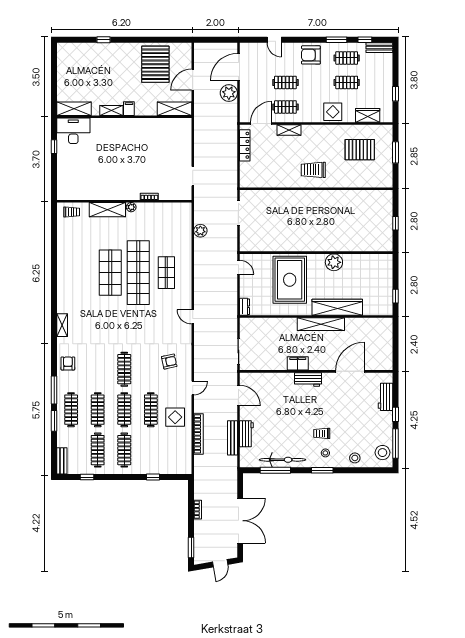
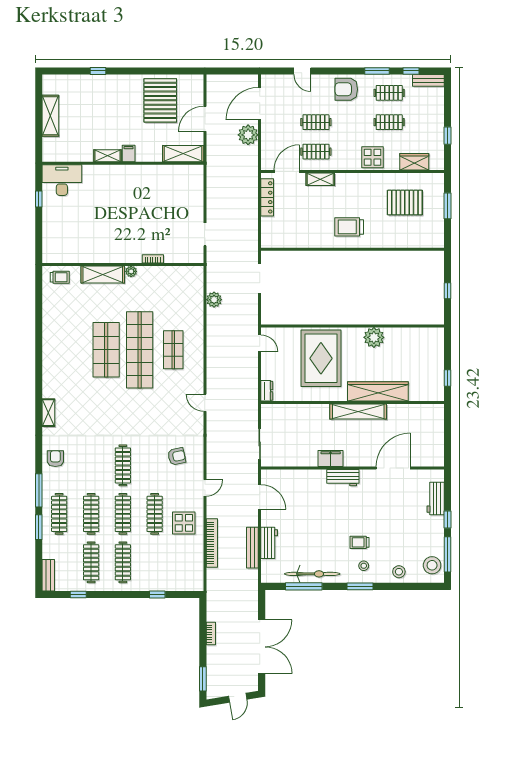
shelving: (74, 109) -> (50, 116), moved, turned 90

